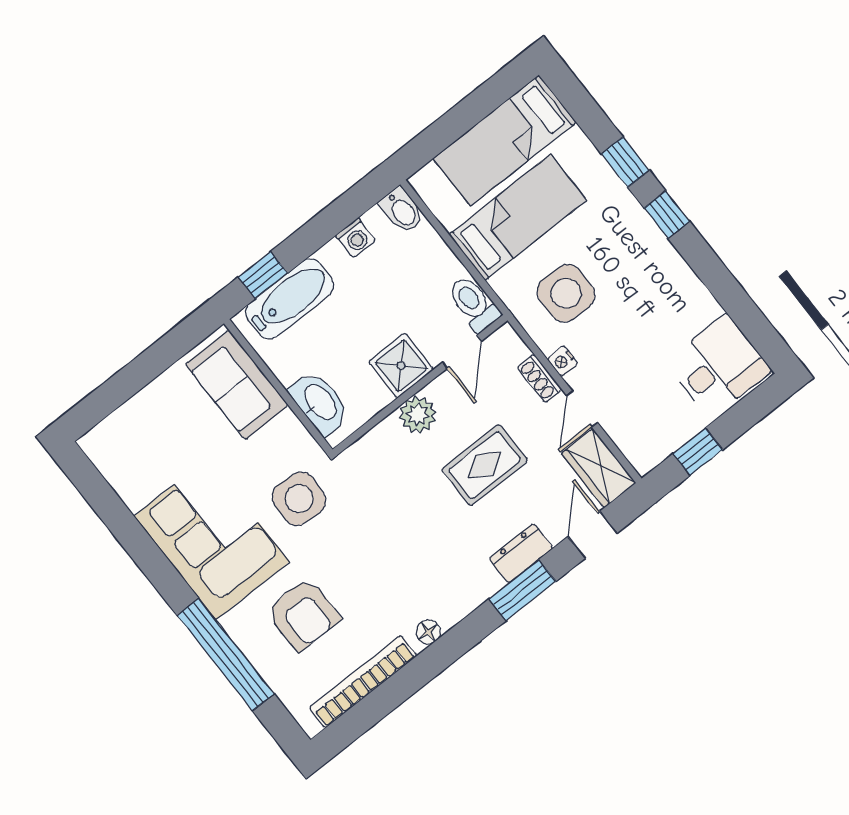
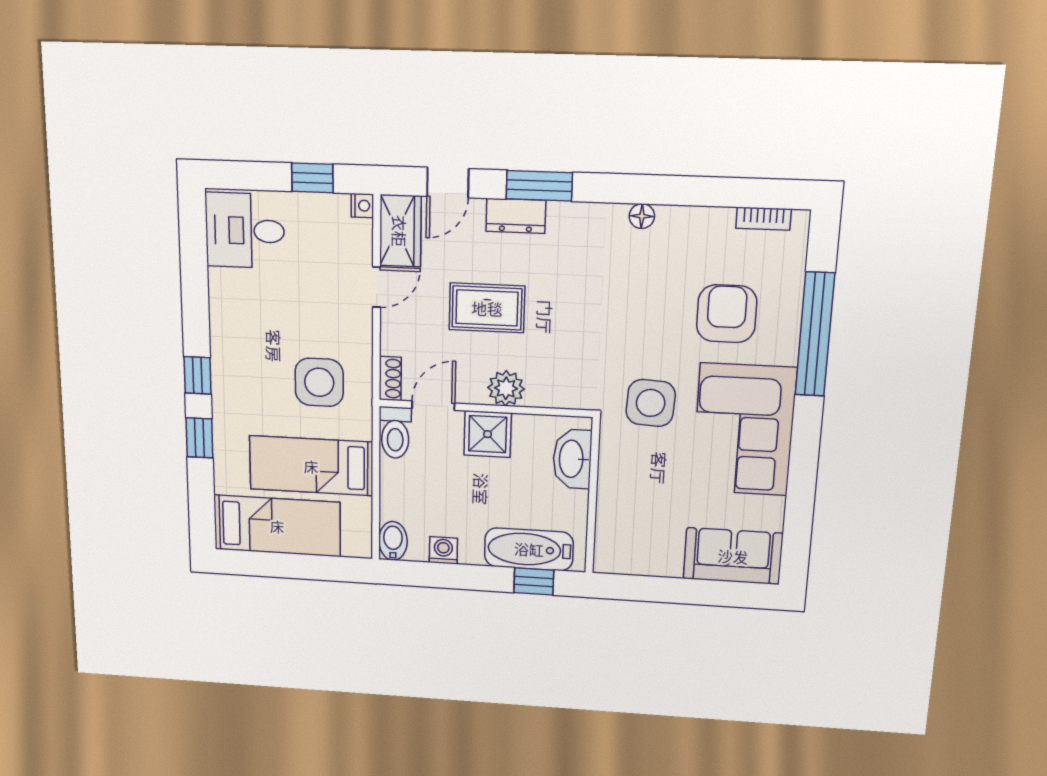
nightstand: (563, 361) -> (362, 206), moved
shoe rack: (540, 378) -> (390, 379), moved
sofa: (237, 385) -> (733, 556), moved, turned -90
bookcase: (363, 682) -> (764, 219), width x0.43, depth x0.76

